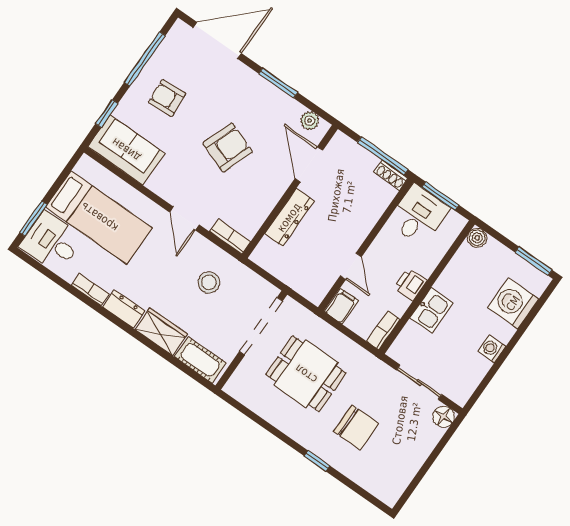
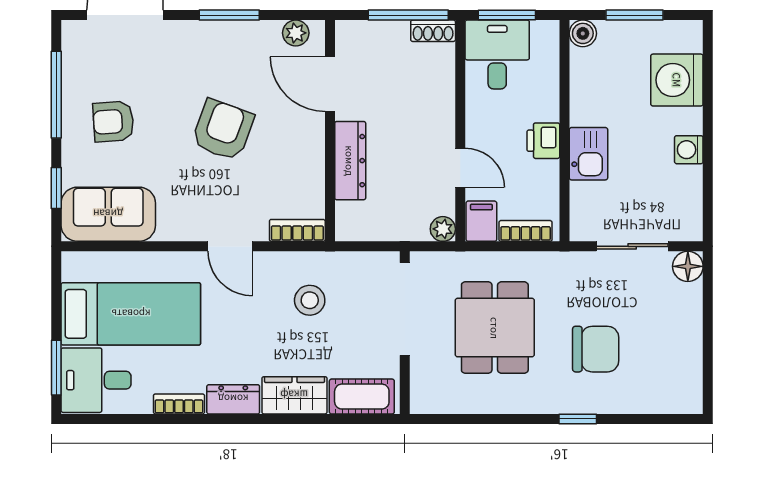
window: (533, 261) -> (634, 15), moved
plant: (316, 295) -> (443, 229), added
bookcase: (383, 330) -> (526, 231), moved, turned 90
dining table: (306, 374) -> (495, 328), turned 90

